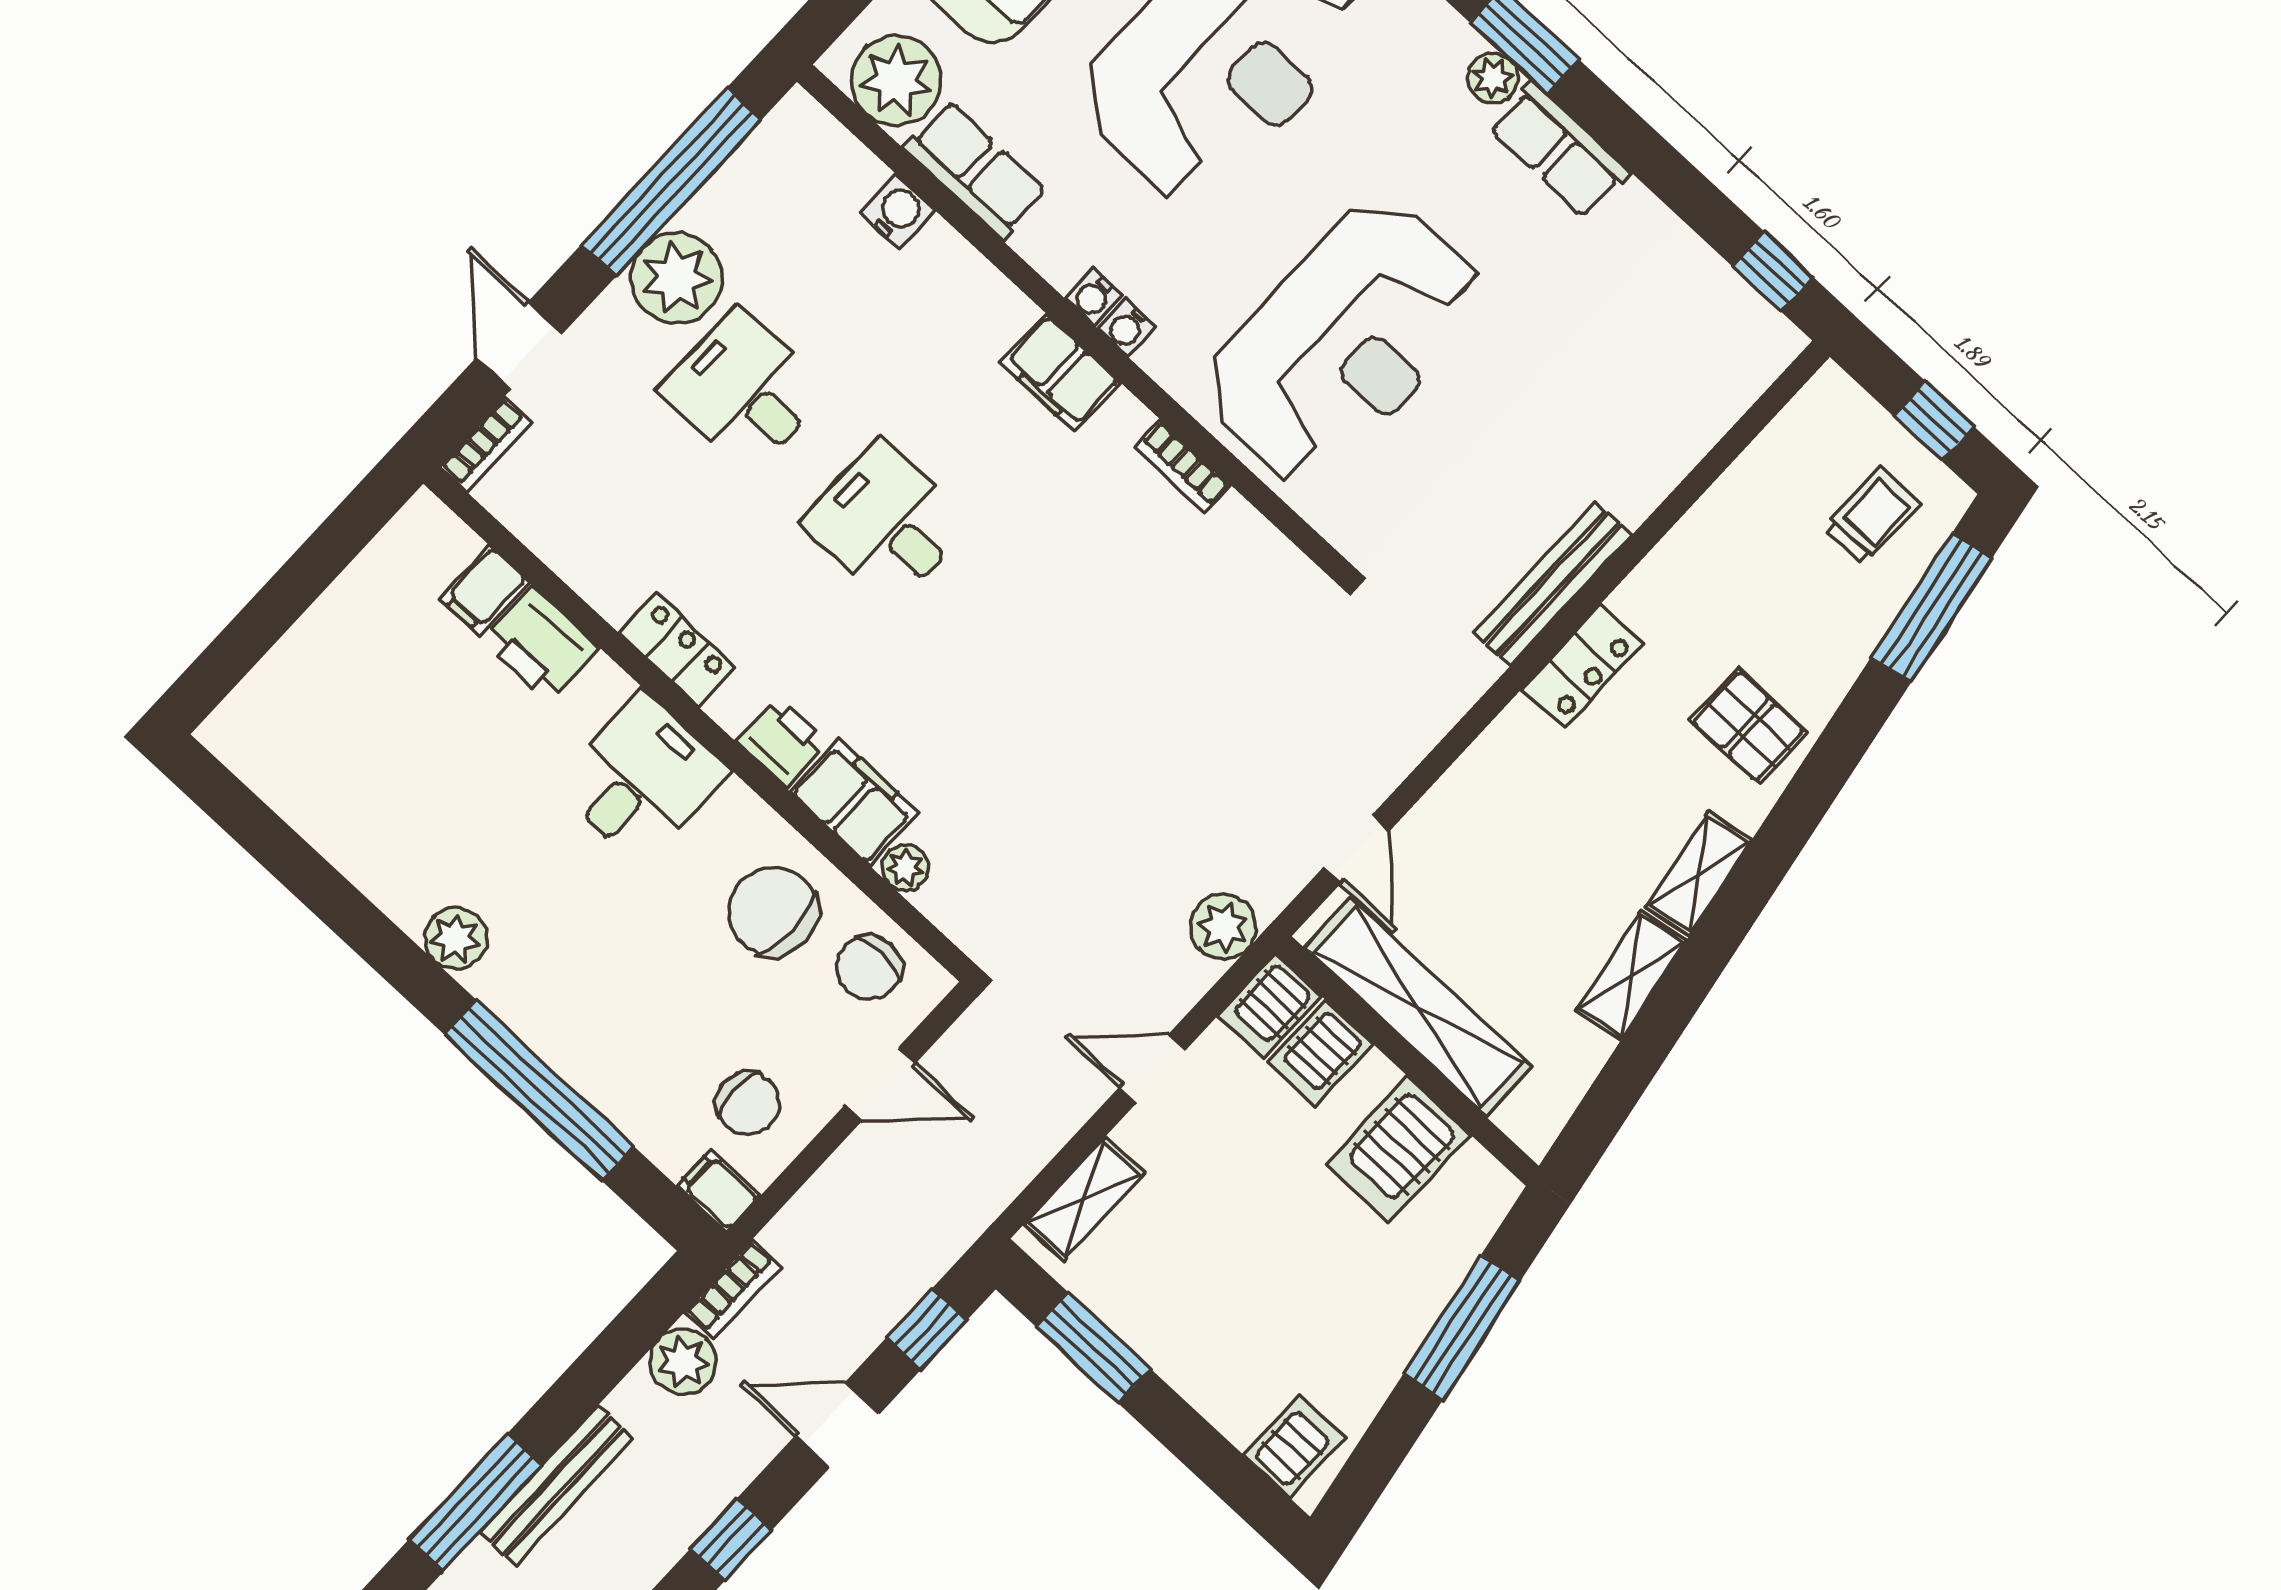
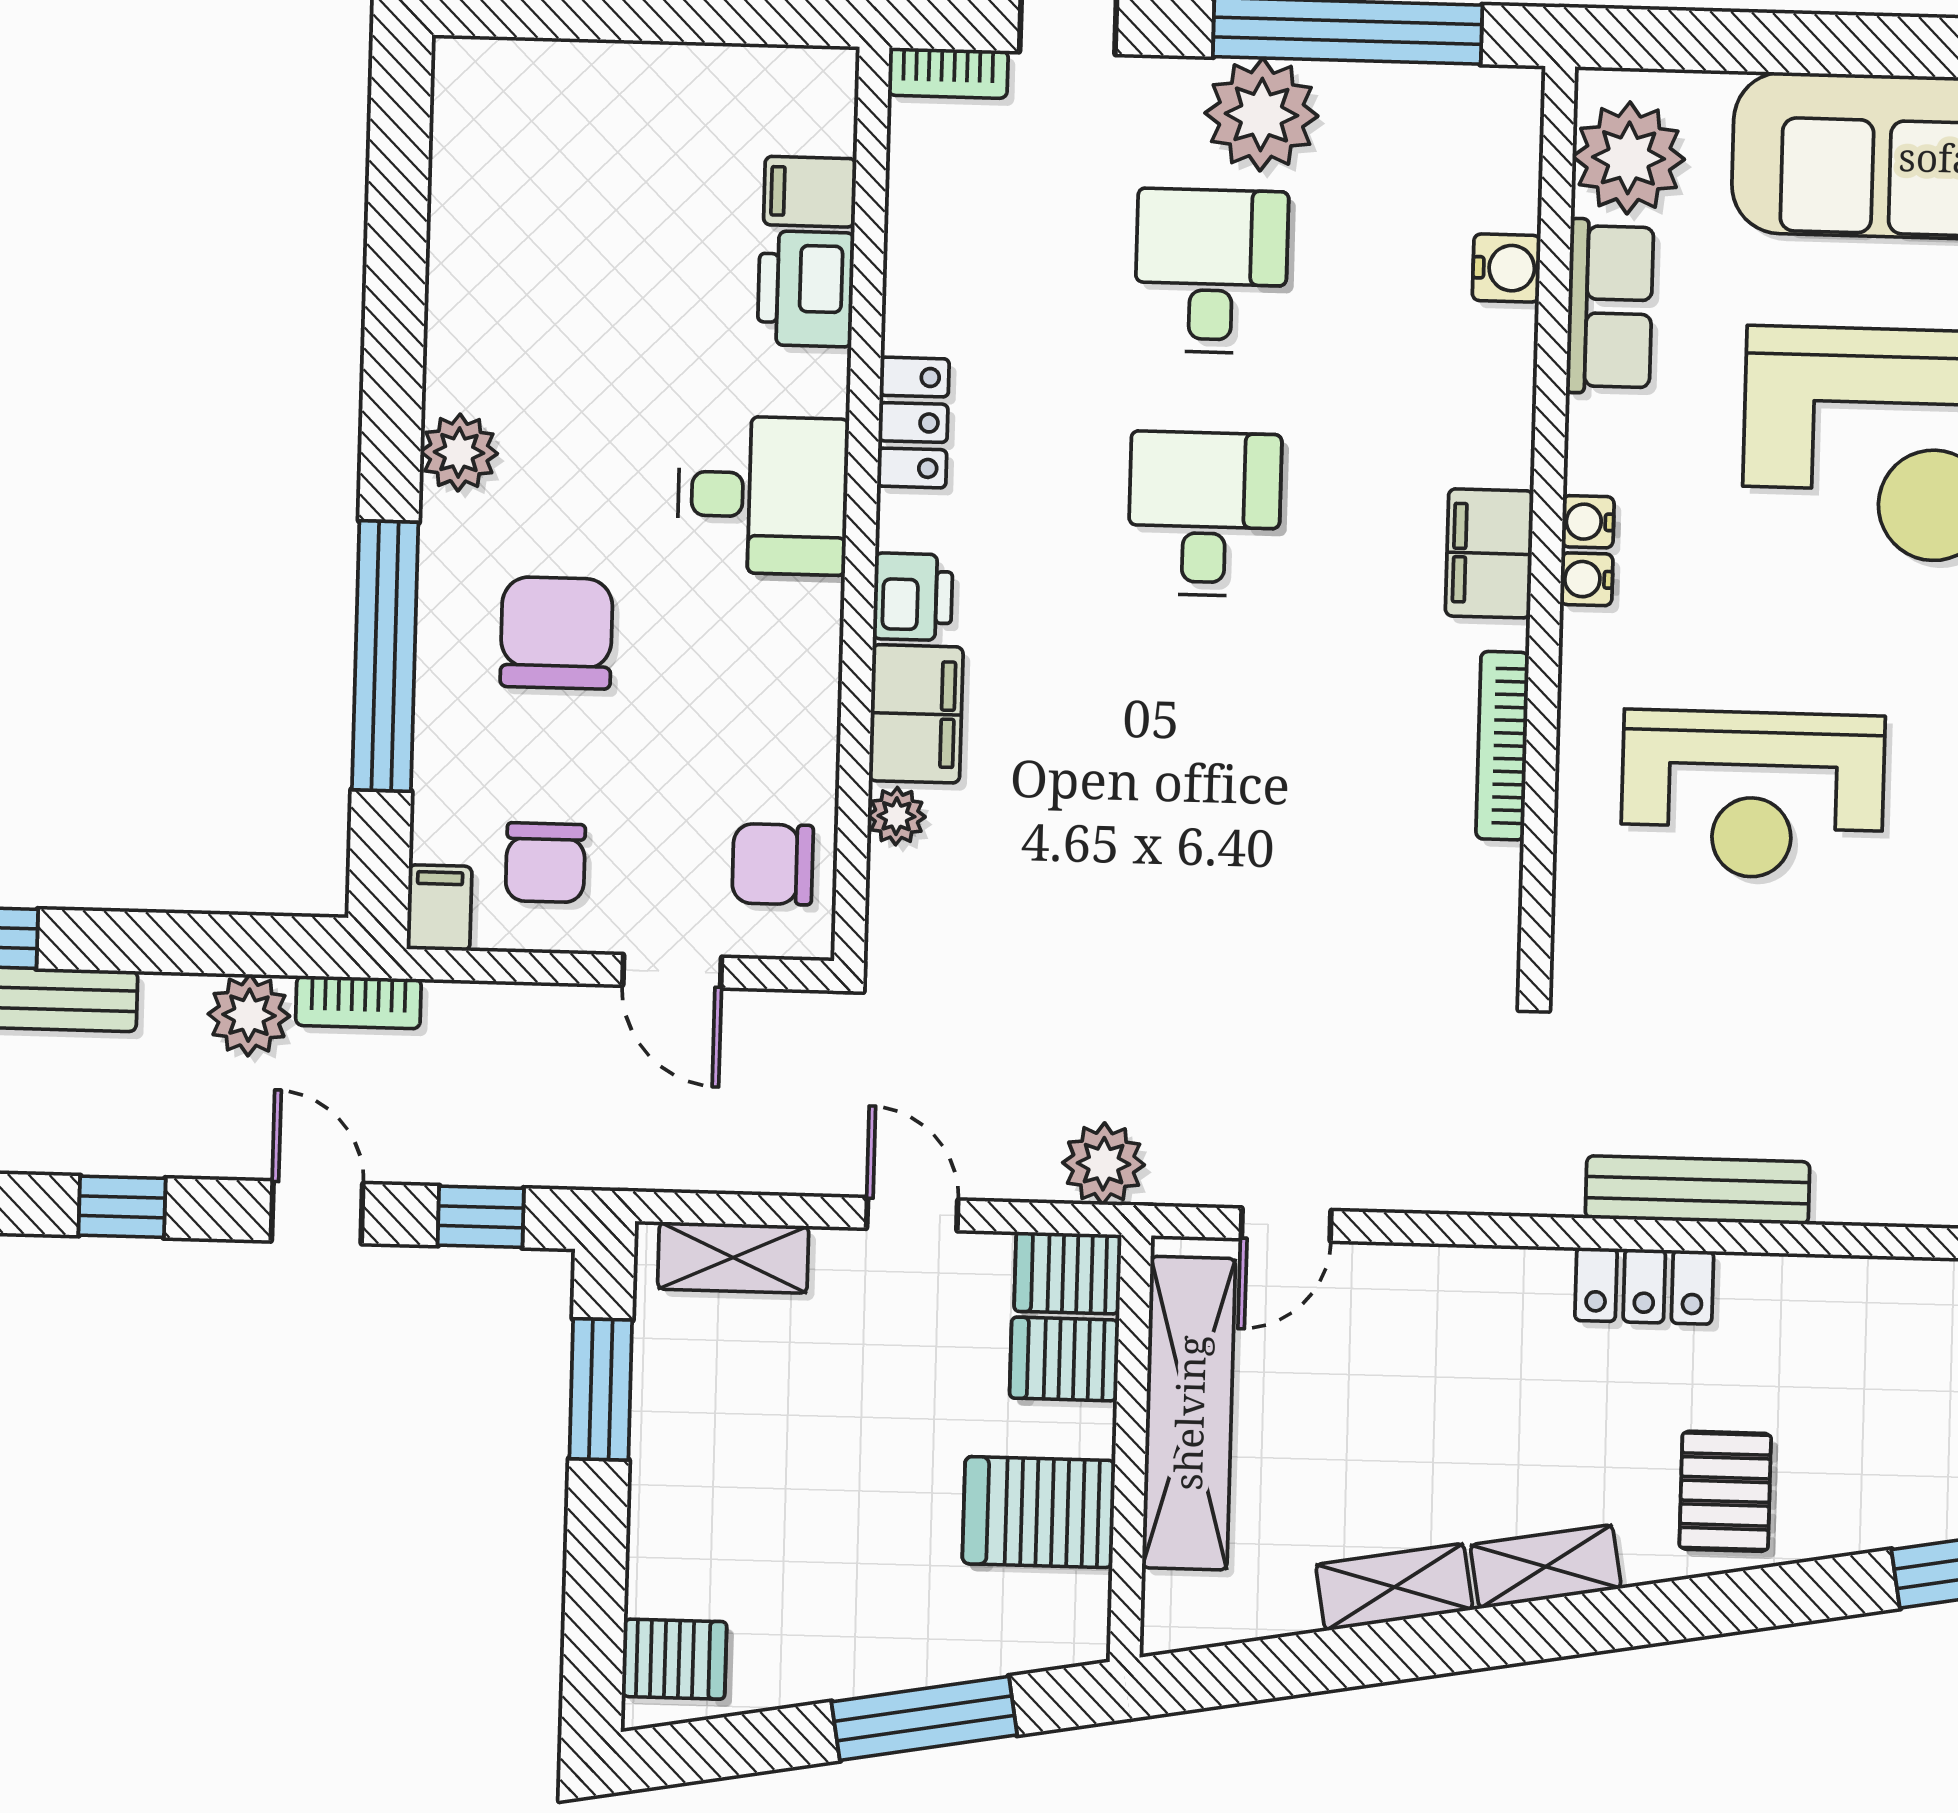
reception desk: (1344, 342) -> (1753, 795), width x0.74, depth x0.77
bookcase: (1183, 466) -> (1502, 746), width x1.56
chair: (773, 911) -> (556, 633), moved

